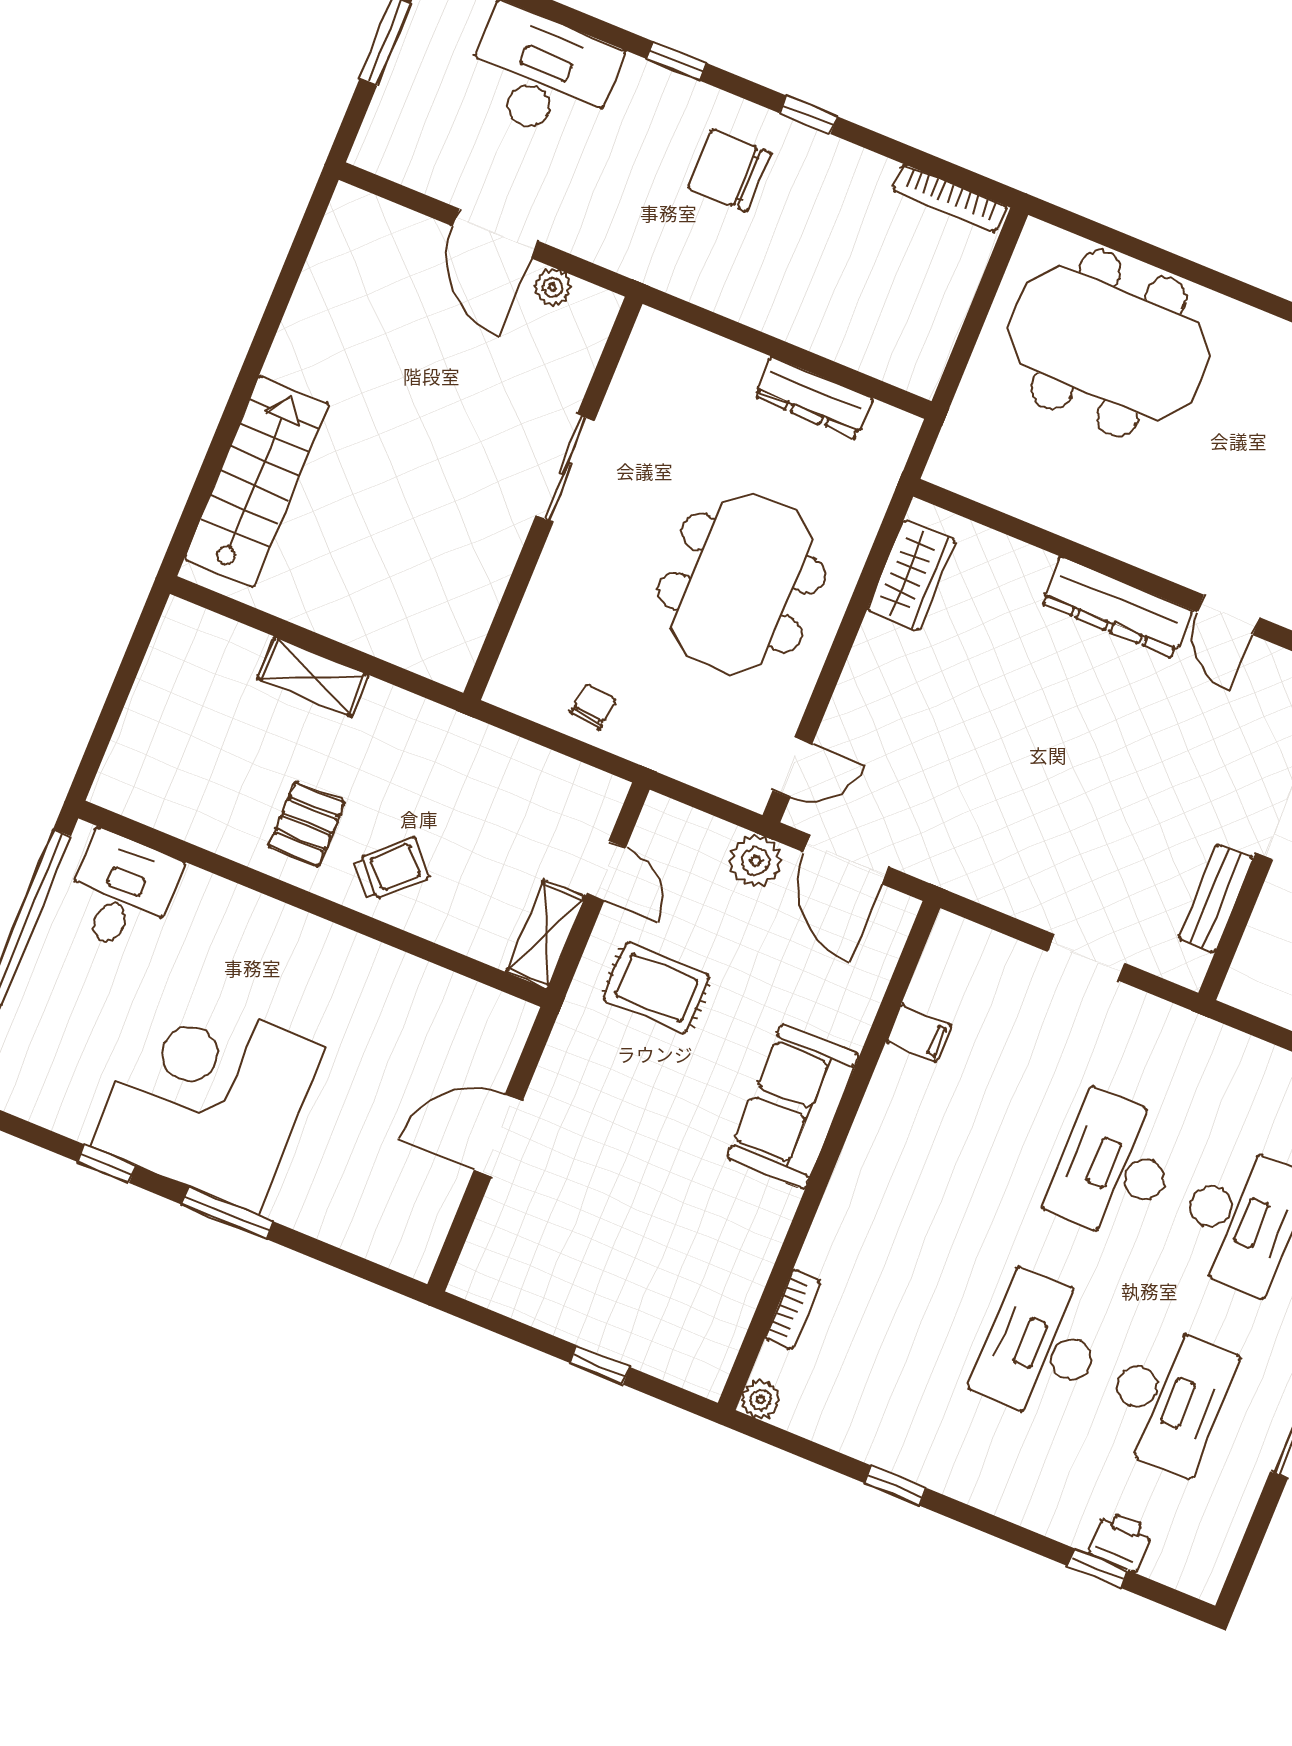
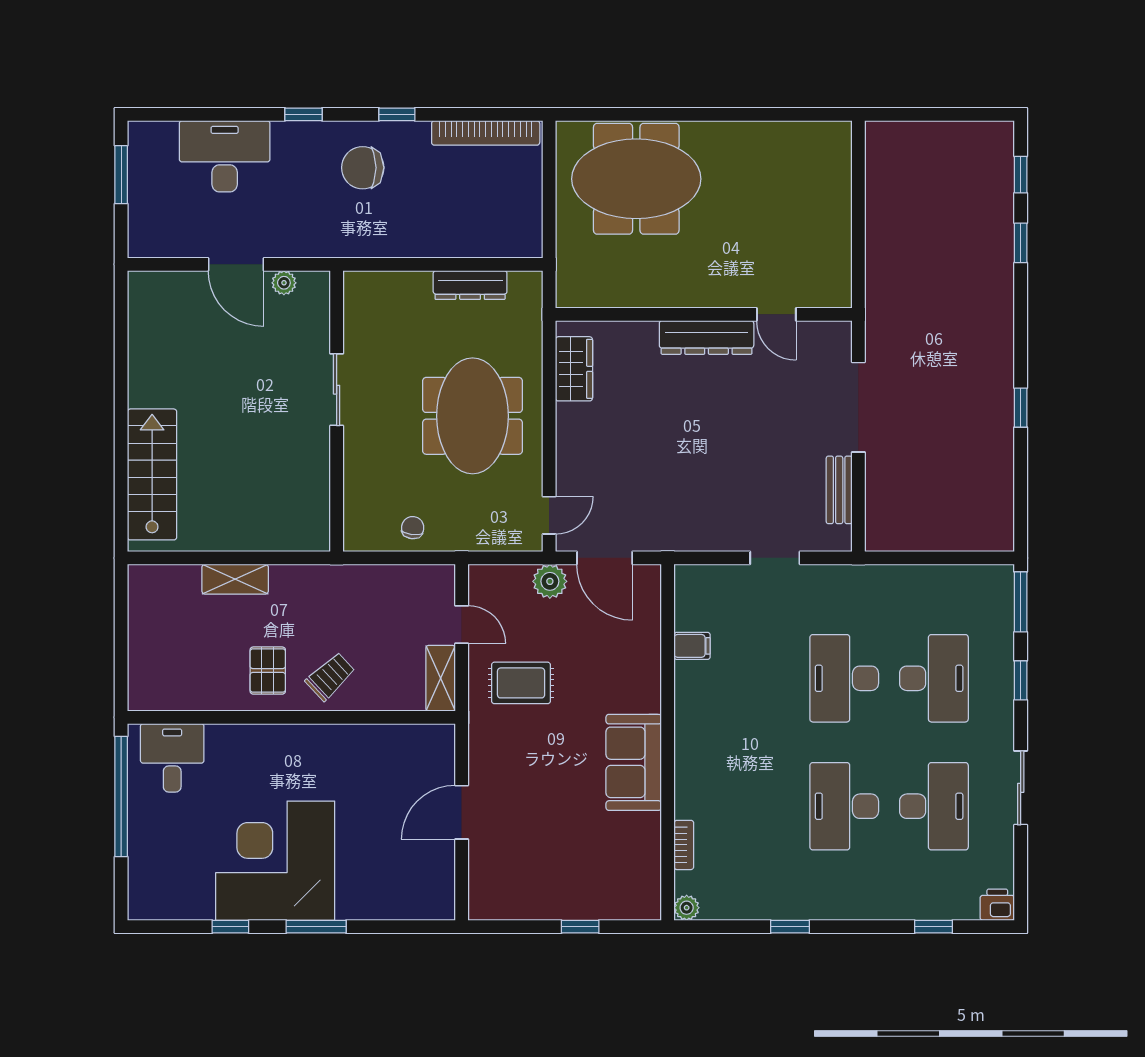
bookcase: (949, 198) -> (486, 133), width x1.48, depth x1.31
sofa: (793, 1106) -> (634, 762), moved
printer: (1120, 1541) -> (997, 905), moved

